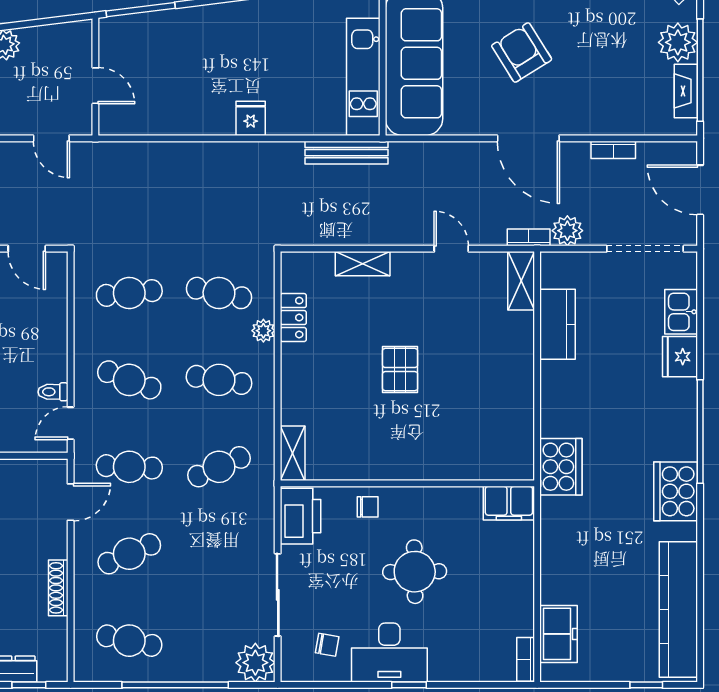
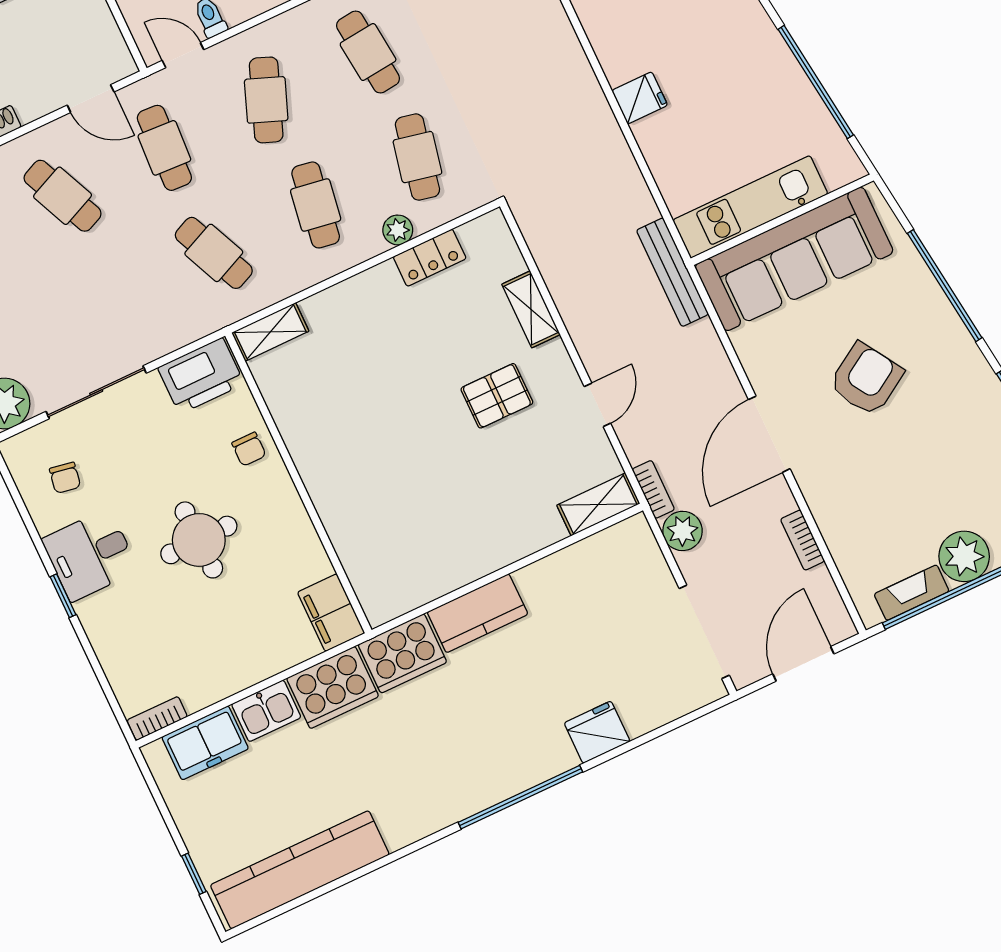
bench: (346, 153) -> (672, 272), moved
kitchen sink: (681, 312) -> (266, 711), moved, turned 180
kitchen counter: (557, 324) -> (478, 613), moved
pallet: (400, 370) -> (497, 396), moved
cooker: (676, 491) -> (333, 687), moved, turned 180
desk: (389, 653) -> (90, 555), width x0.73

